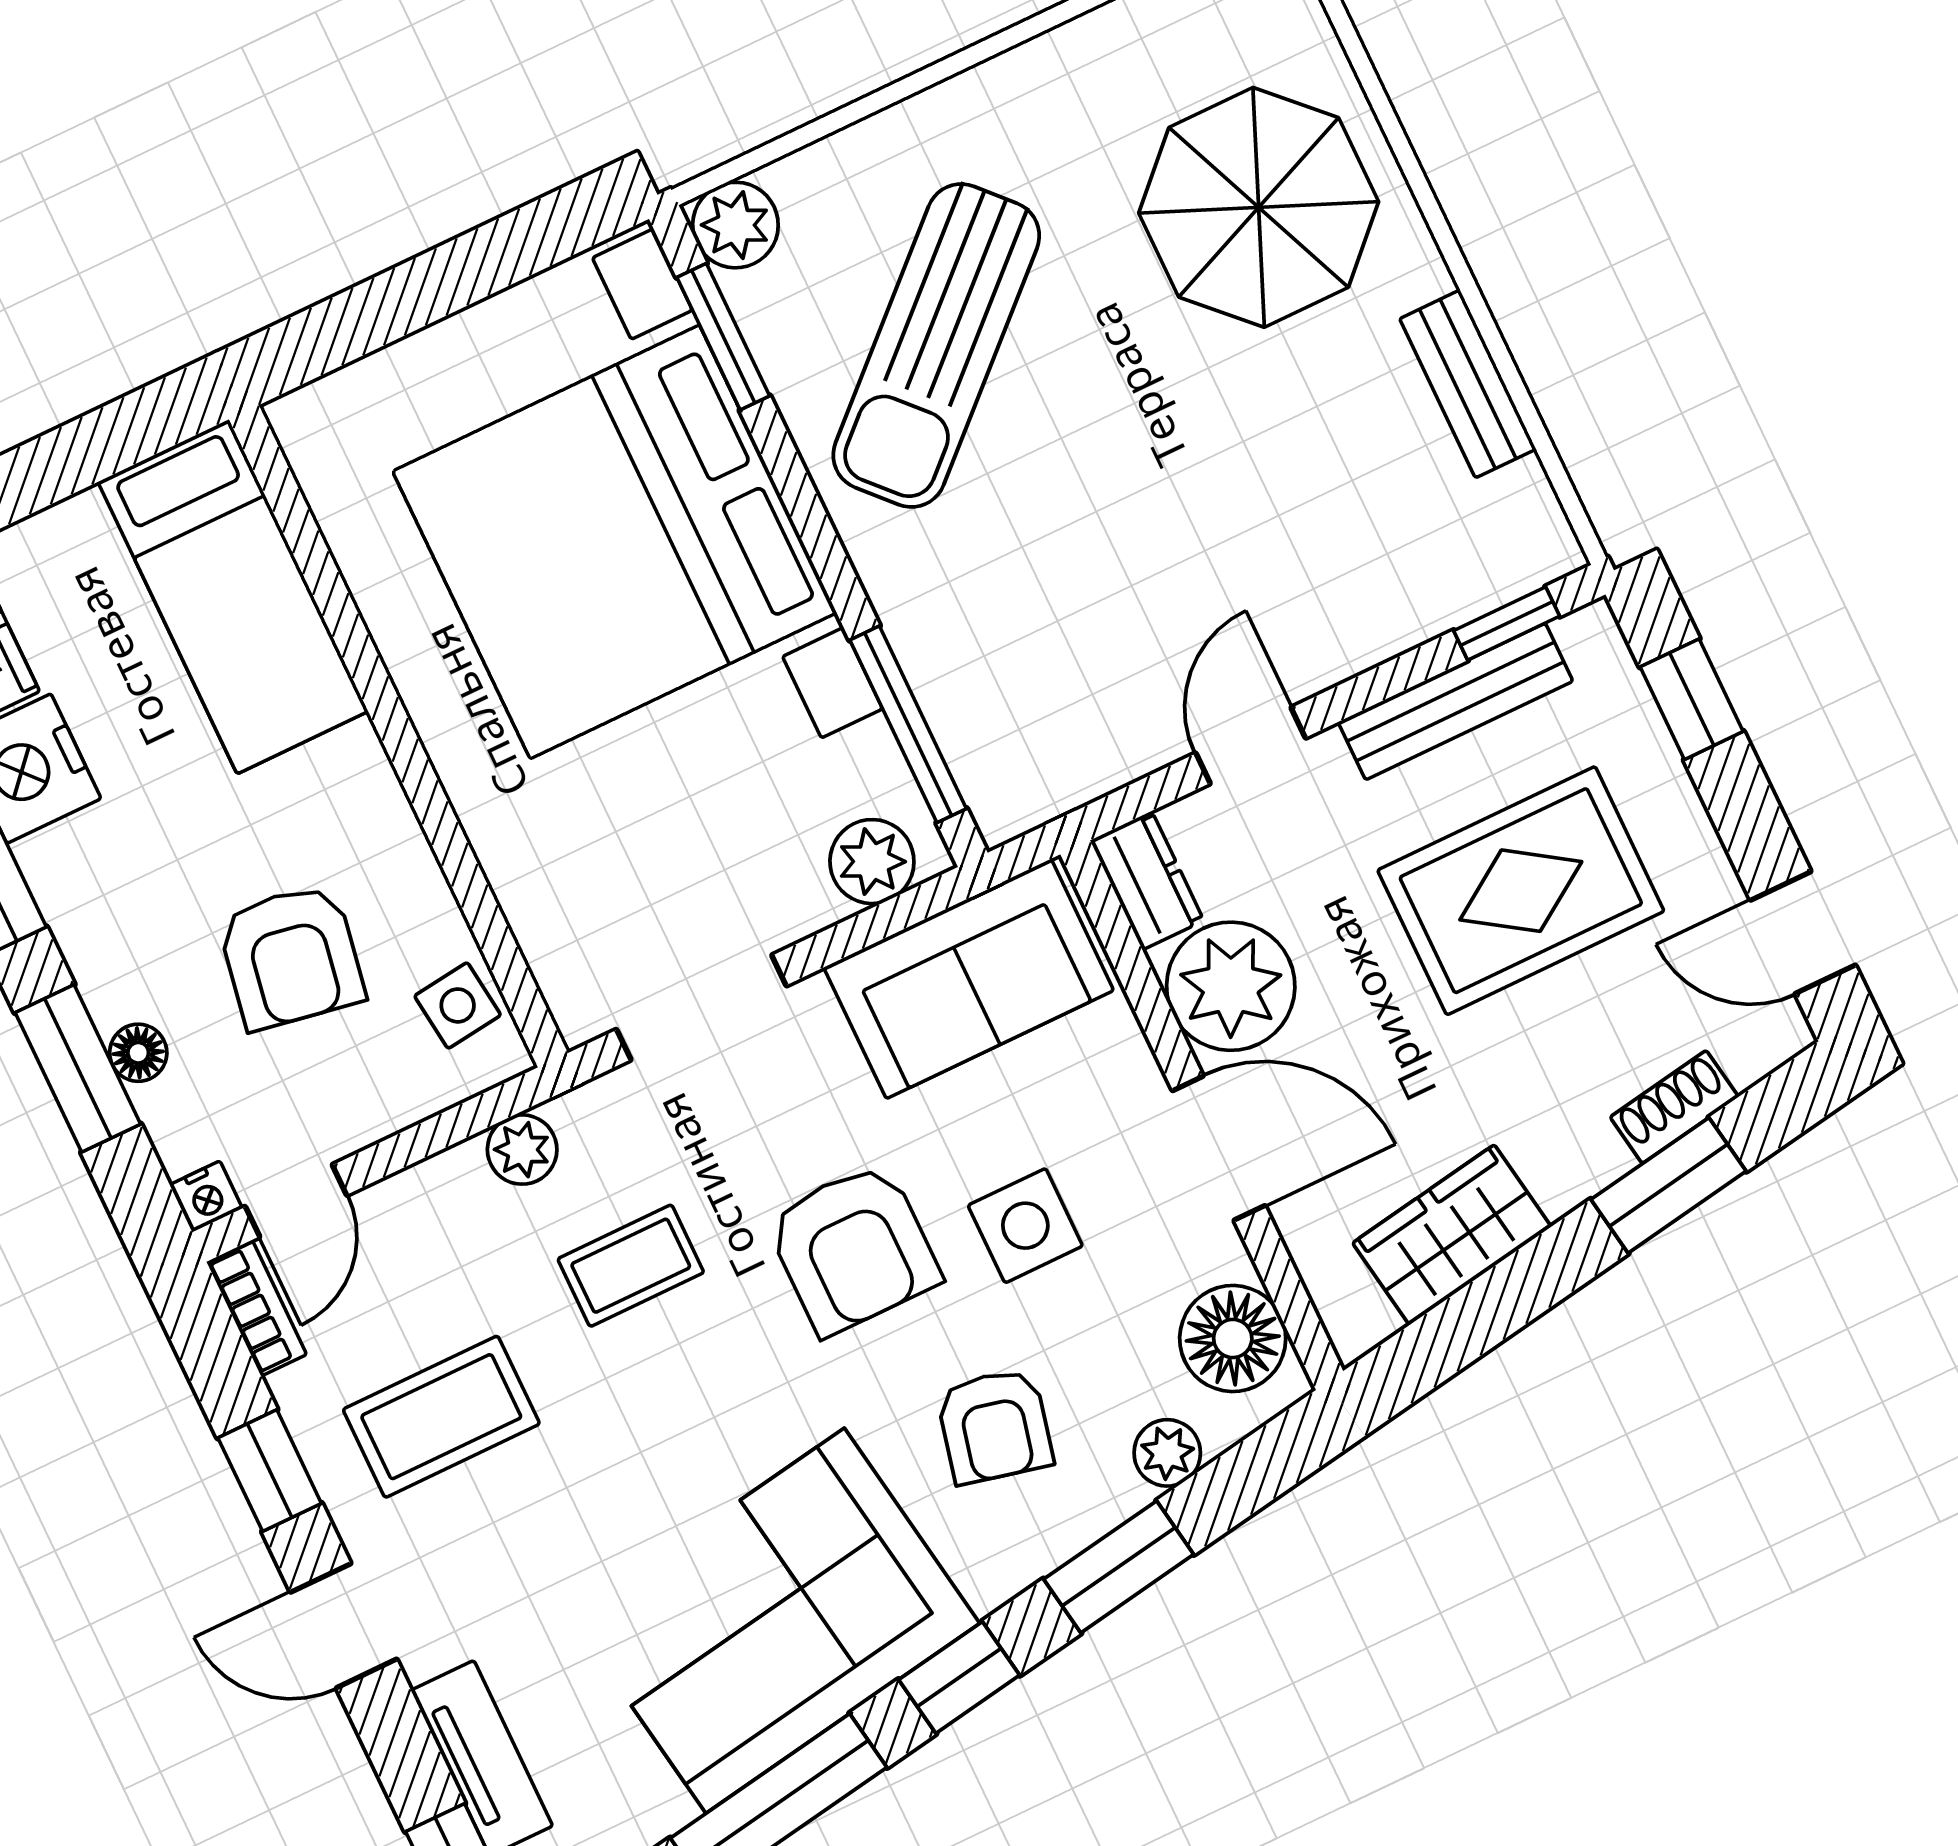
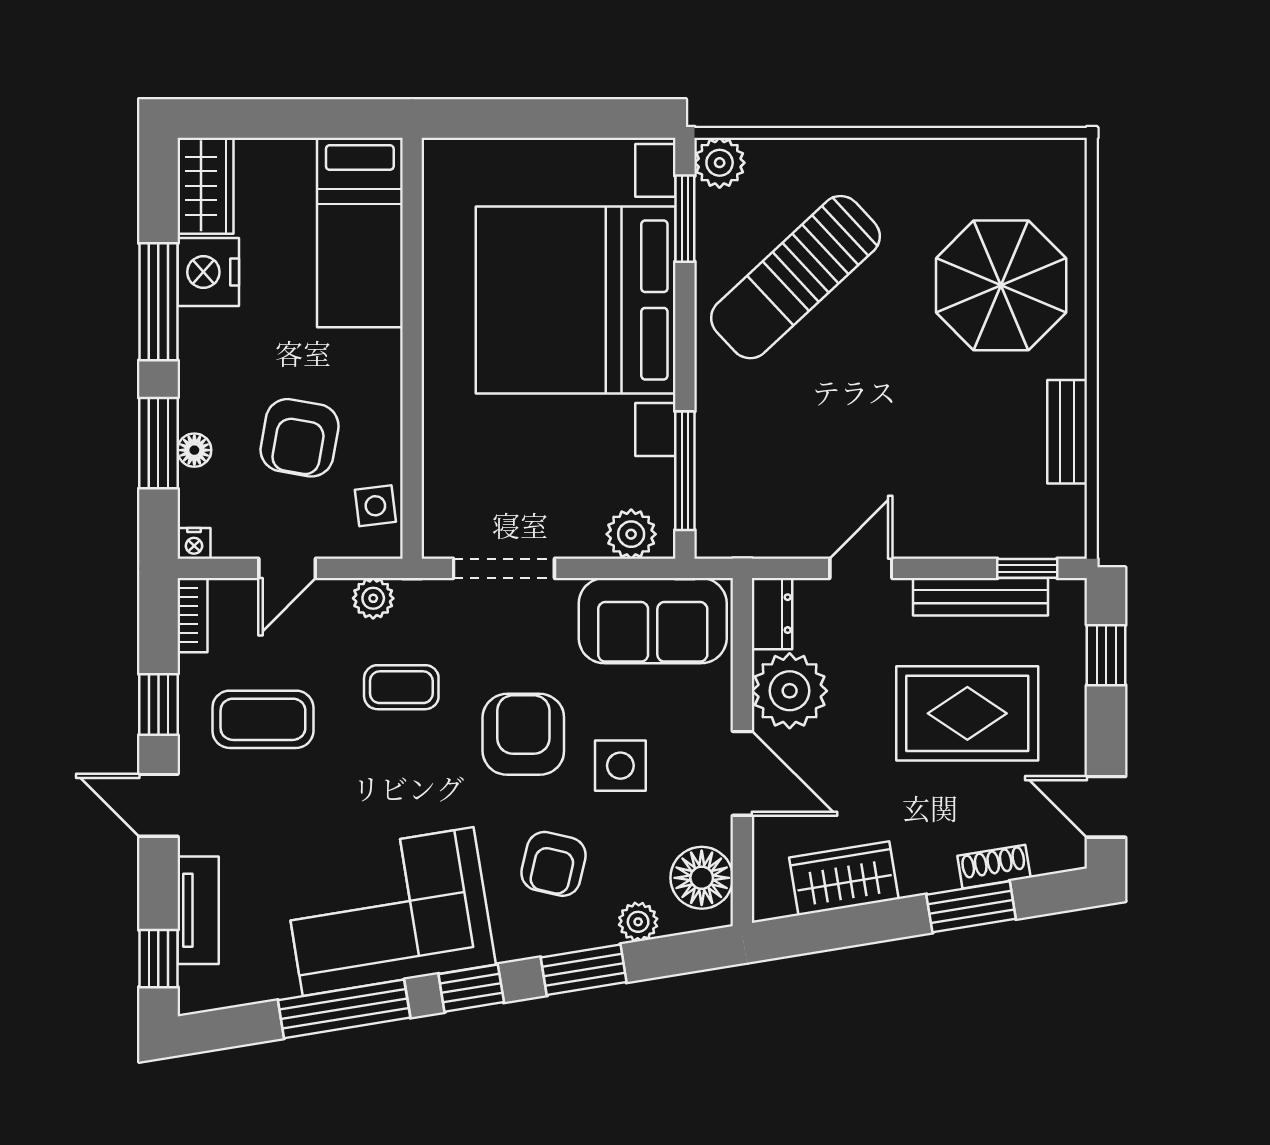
door: (296, 1201) -> (287, 568), moved
armchair: (853, 1249) -> (523, 734), turned 180

